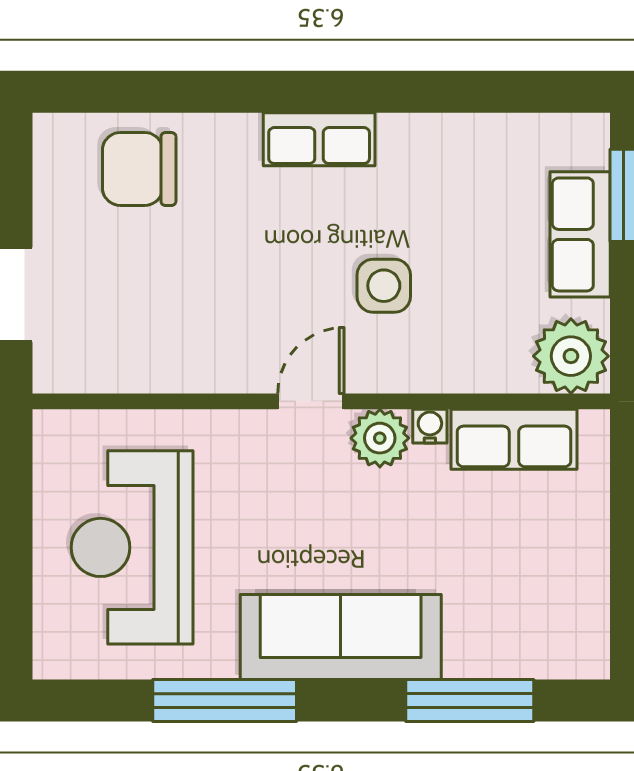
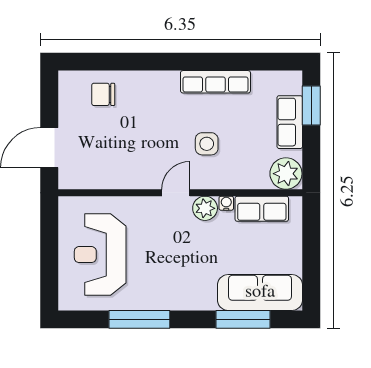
row of seats: (319, 139) -> (215, 82), moved, width x1.48
chair: (139, 169) -> (103, 94), width x0.73, depth x0.73
sofa: (341, 637) -> (260, 292), moved

